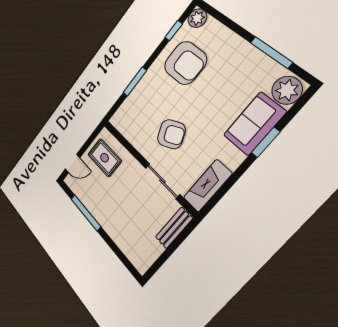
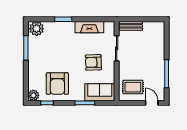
armchair: (185, 63) -> (57, 84), turned 180
sofa: (254, 124) -> (100, 92), moved, turned 180
armchair: (171, 134) -> (93, 62), turned -68
rug: (104, 158) -> (133, 87), turned 90
fireplace: (208, 186) -> (89, 27), moved

